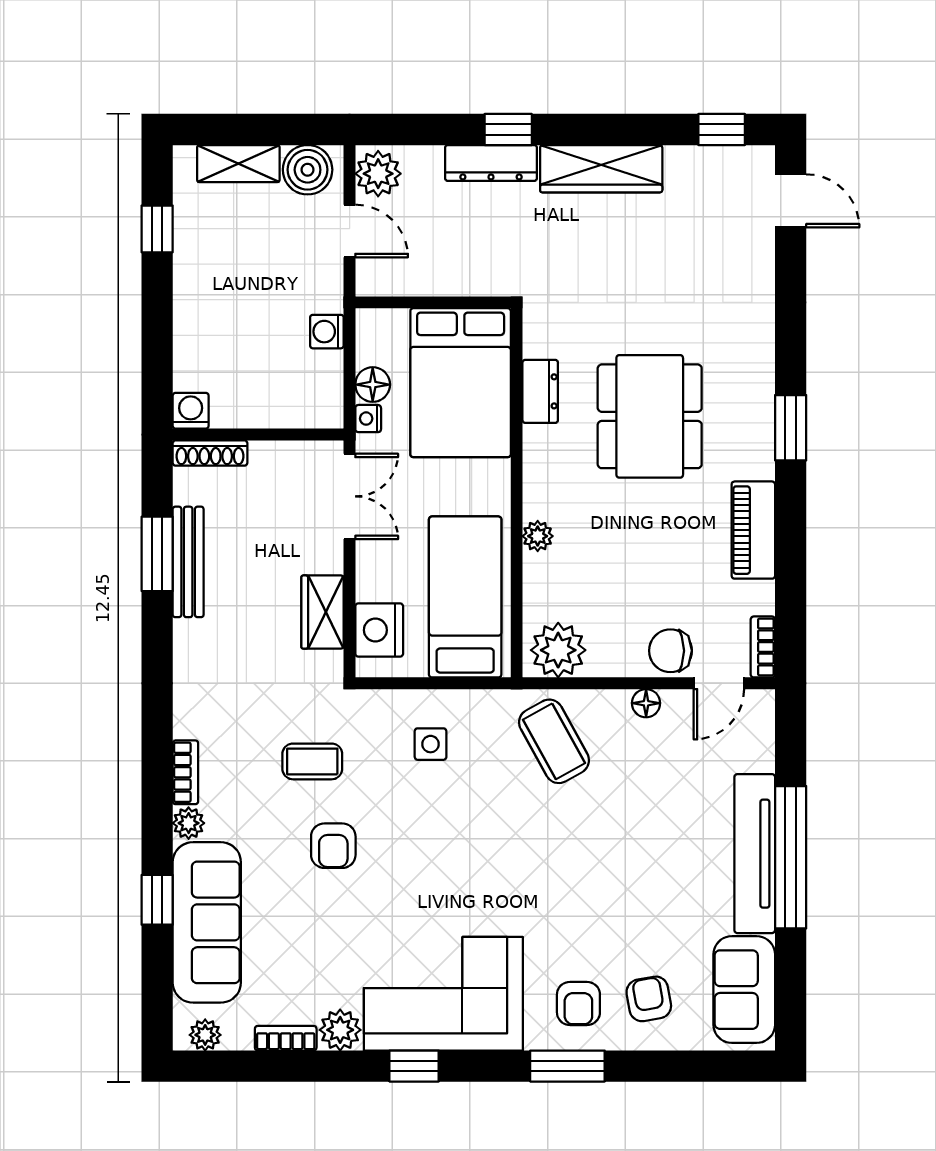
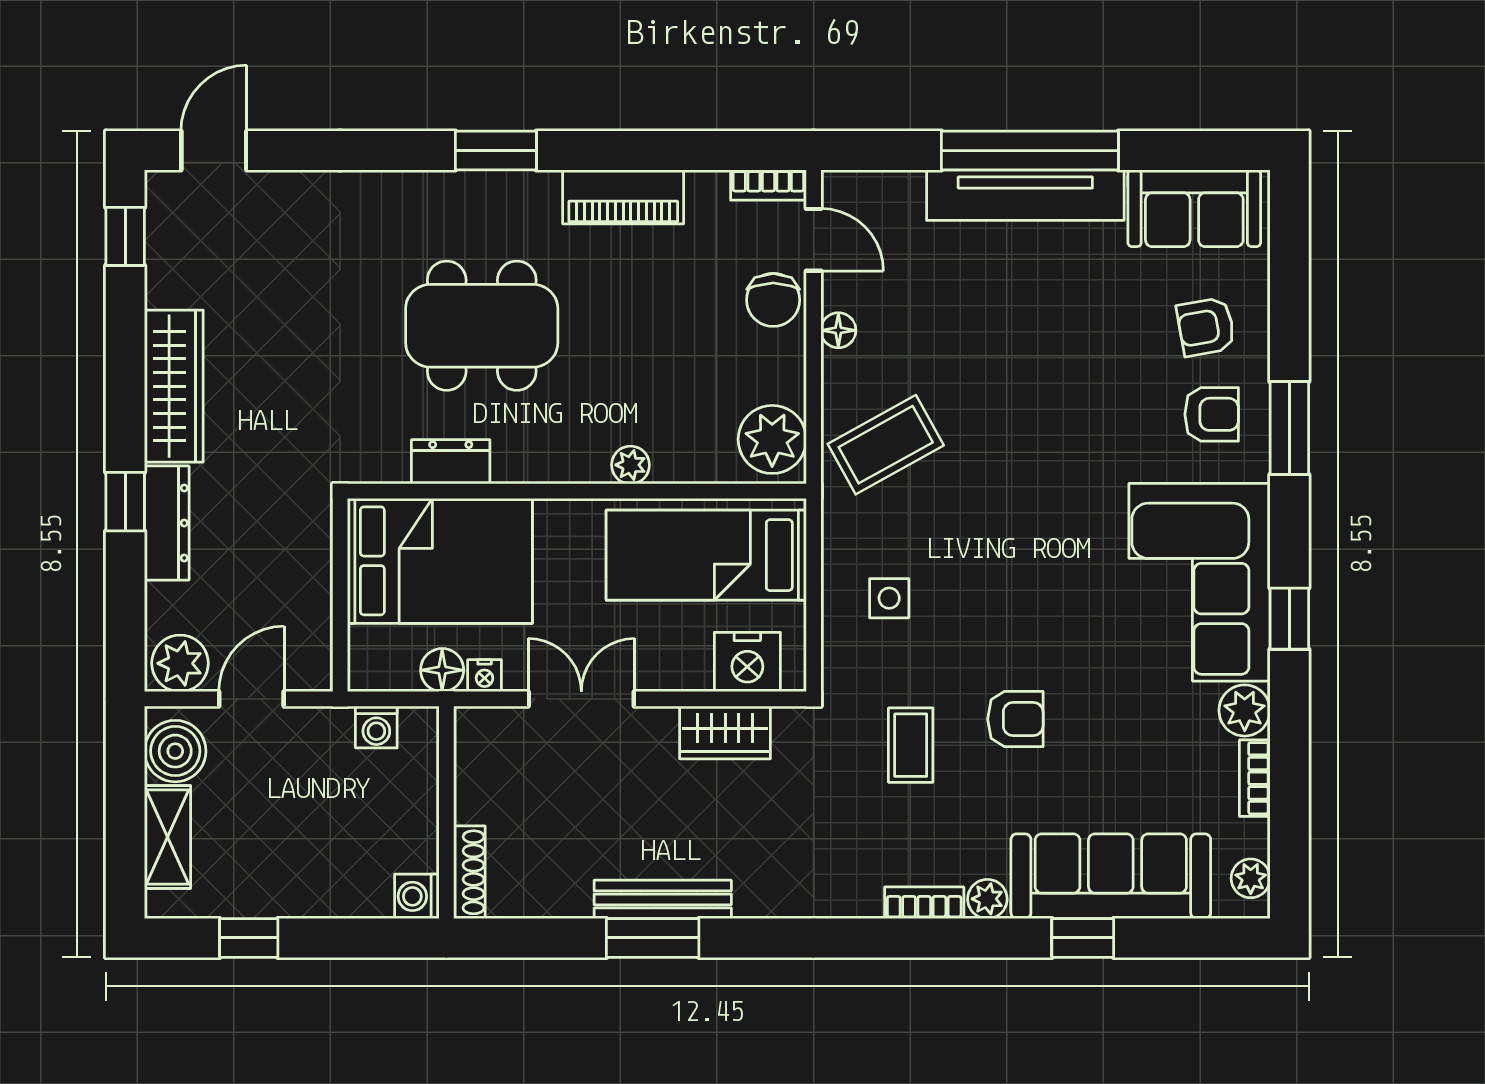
washing machine: (191, 411) -> (417, 896), moved
wall: (258, 435) -> (446, 812), moved
shoe rack: (210, 453) -> (469, 872), moved

